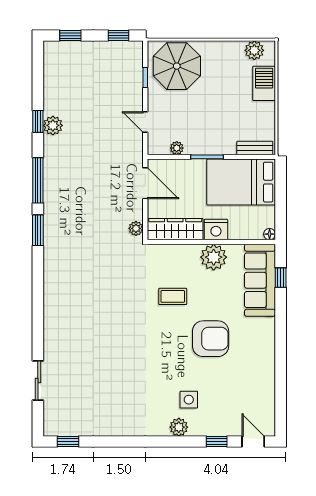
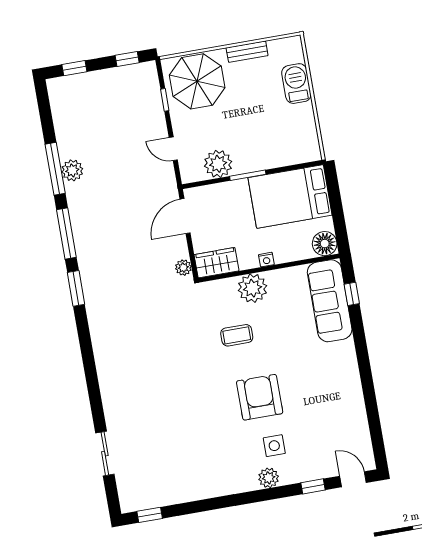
plant: (254, 50) -> (279, 49), removed
window: (38, 121) -> (55, 169), width x2.17
plant: (177, 148) -> (218, 164), width x1.87, depth x1.87
bench: (255, 148) -> (247, 52), moved
door: (145, 183) -> (185, 216), swing flipped
wardrobe: (175, 229) -> (216, 263), width x0.67
nightstand: (216, 230) -> (266, 260), width x0.53, depth x0.56
floor lamp: (270, 234) -> (325, 244), width x1.89, depth x1.89
plant: (214, 257) -> (252, 288), moved
armchair: (211, 339) -> (260, 397), moved, turned -90

